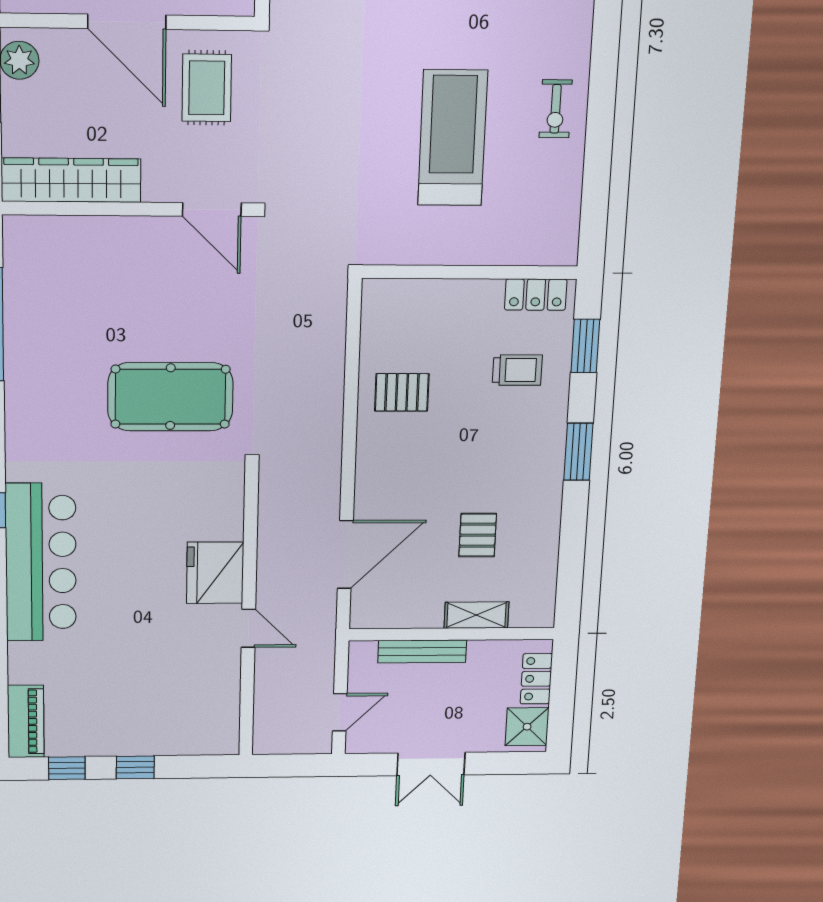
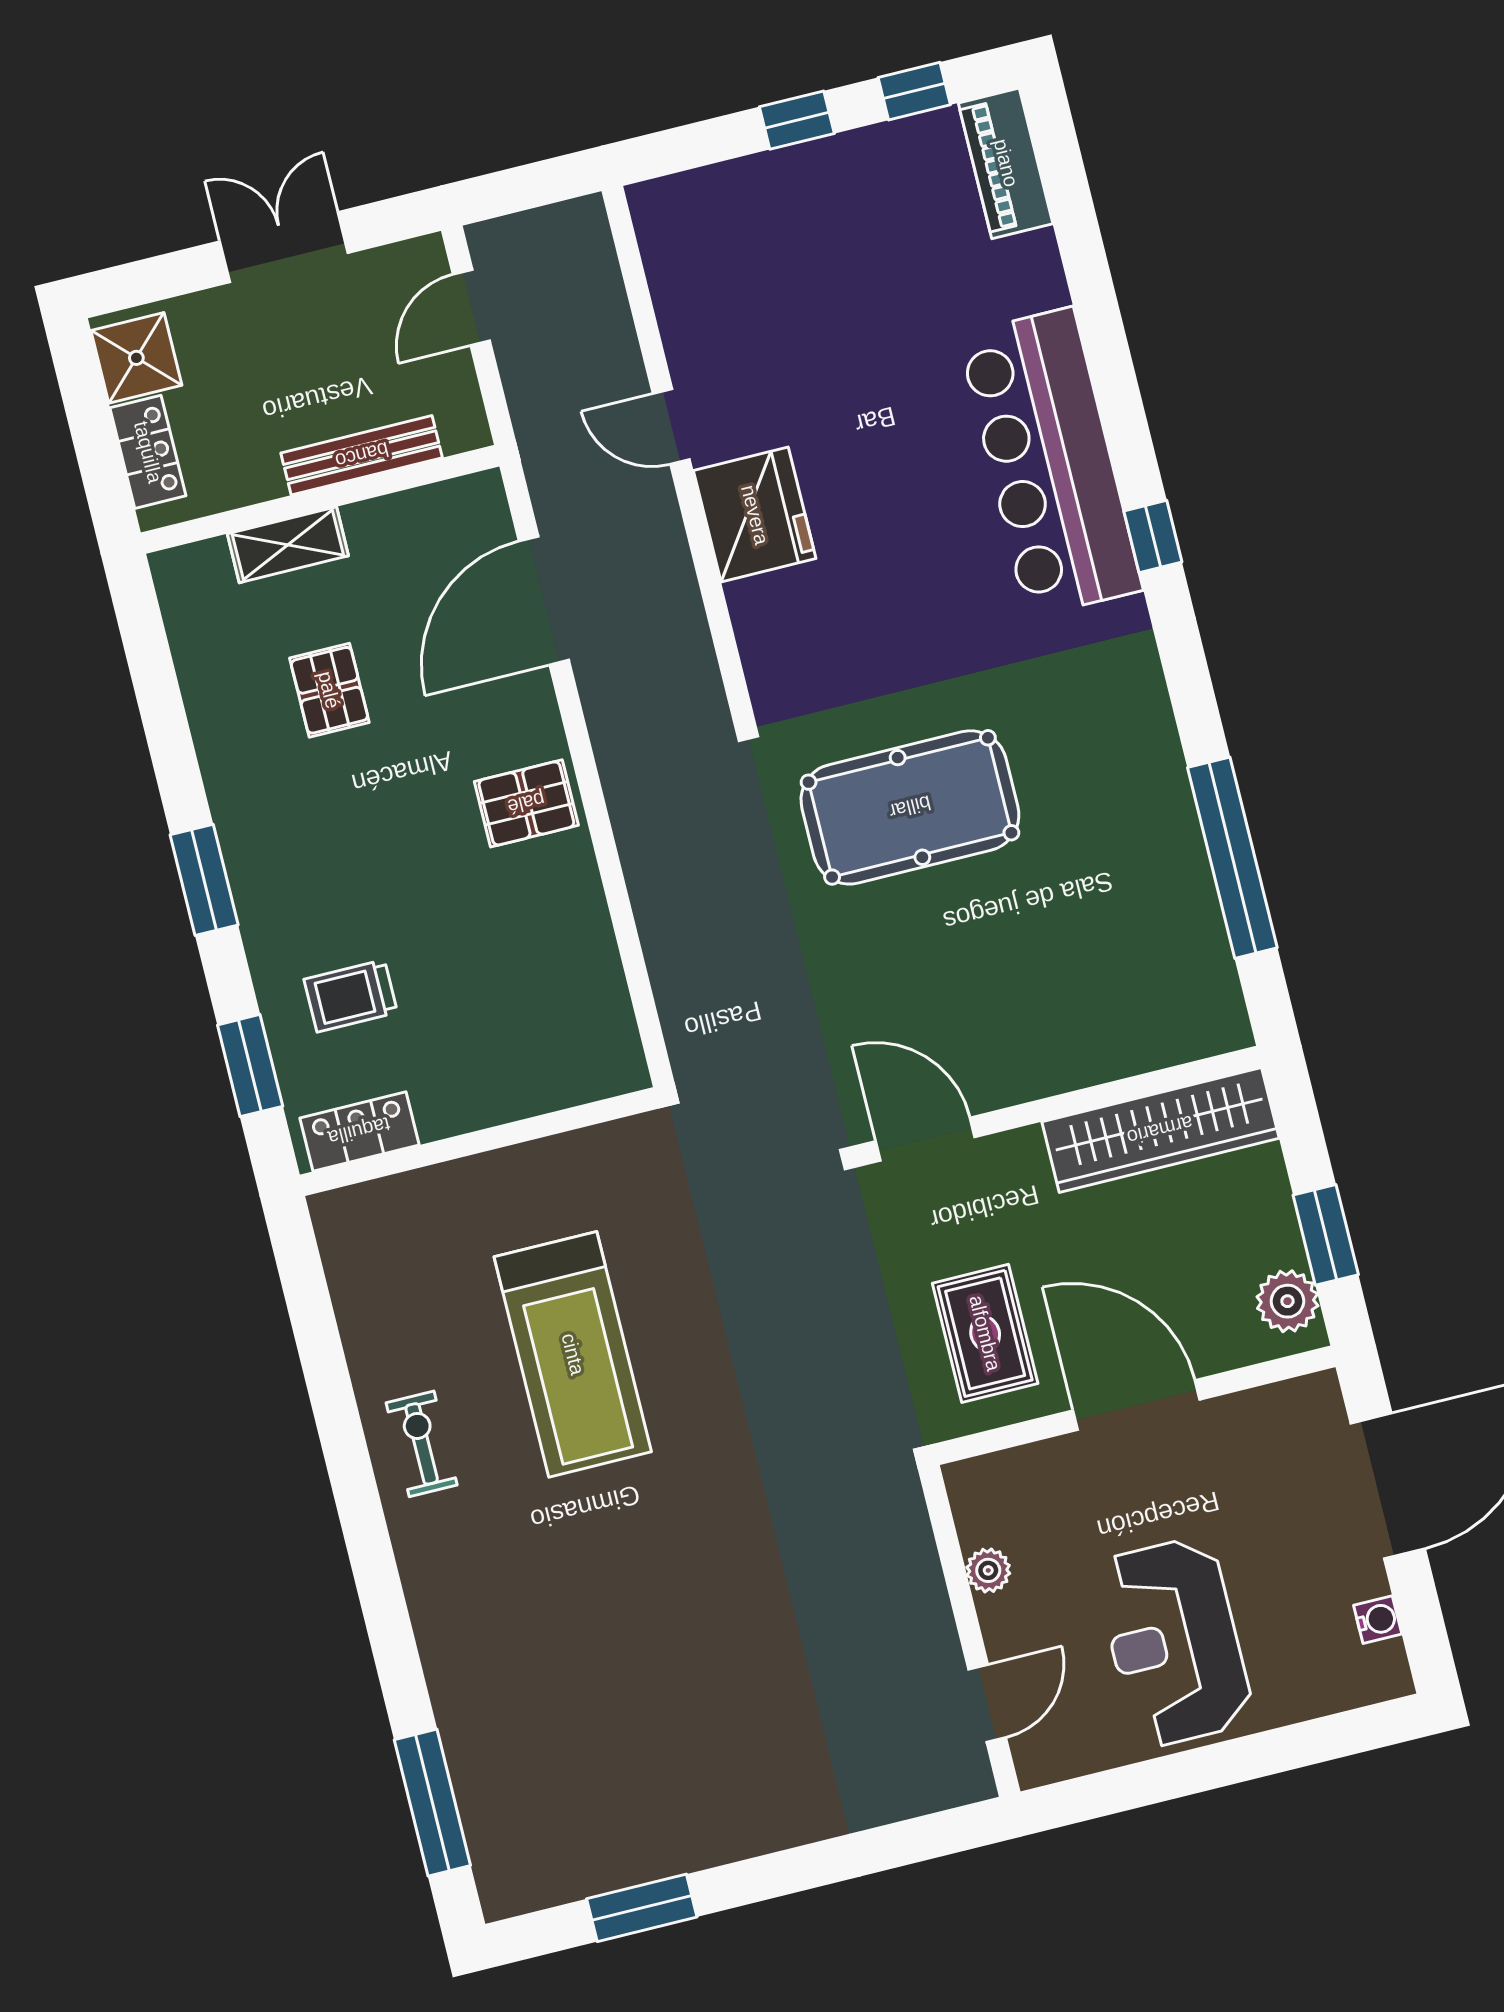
pallet: (402, 392) -> (526, 803), moved

